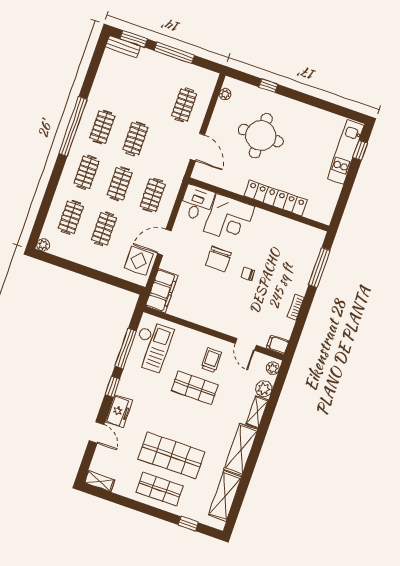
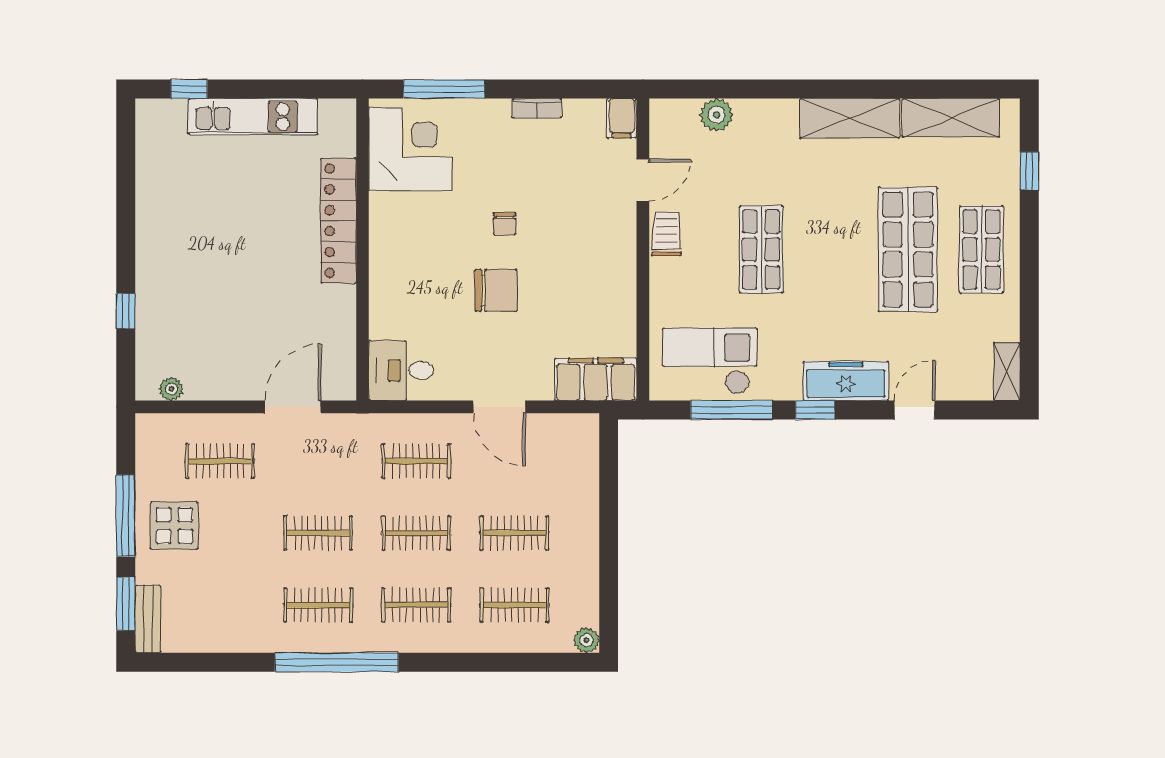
round table: (261, 136) -> (228, 292), removed
kitchen unit: (345, 152) -> (253, 117), moved
corner desk: (229, 219) -> (410, 149), moved
display table: (139, 261) -> (174, 526), moved
trolley: (211, 360) -> (666, 234), moved, turned 90
plant: (273, 368) -> (671, 111), removed
freezer: (119, 411) -> (846, 381), width x1.40
shelving: (257, 412) -> (766, 112), removed

